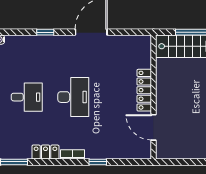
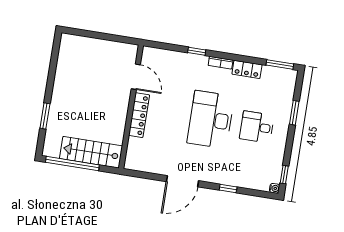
desk: (73, 97) -> (211, 120), width x1.36, depth x1.30

